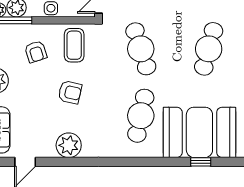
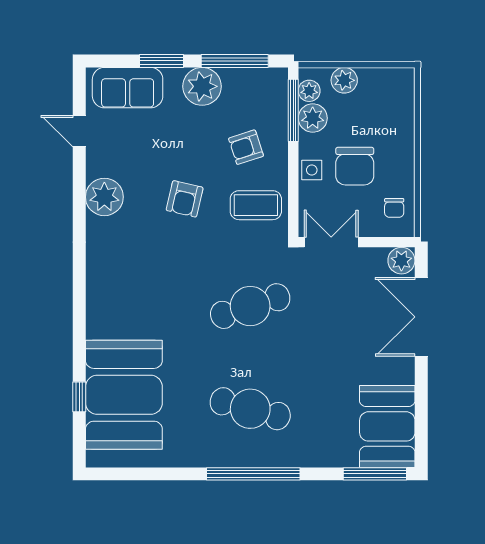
cafe table: (141, 116) -> (149, 306), removed

